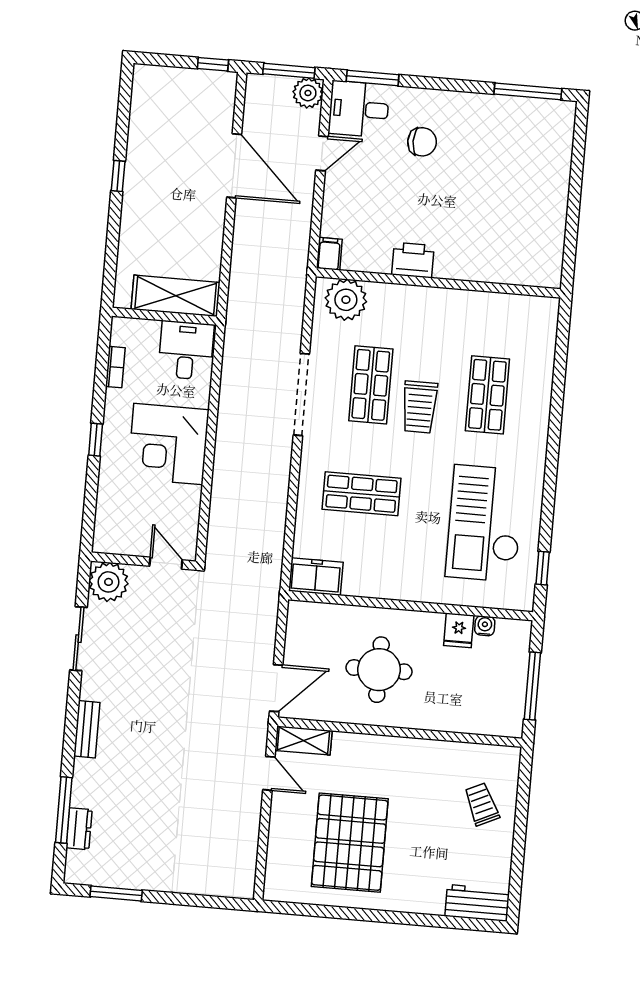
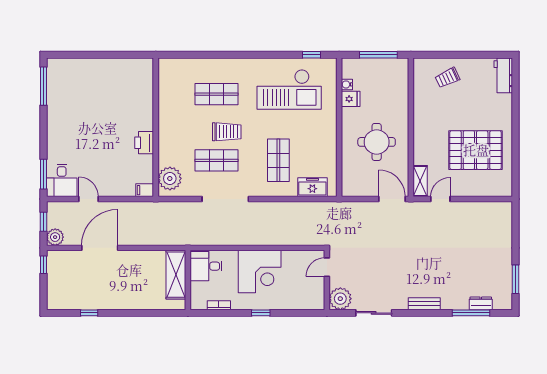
window: (289, 71) -> (44, 222), width x0.67
plant: (308, 93) -> (55, 237), moved
chair: (422, 142) -> (77, 143), removed
window: (118, 176) -> (89, 313), moved
freezer: (316, 577) -> (312, 187), moved, turned 90

